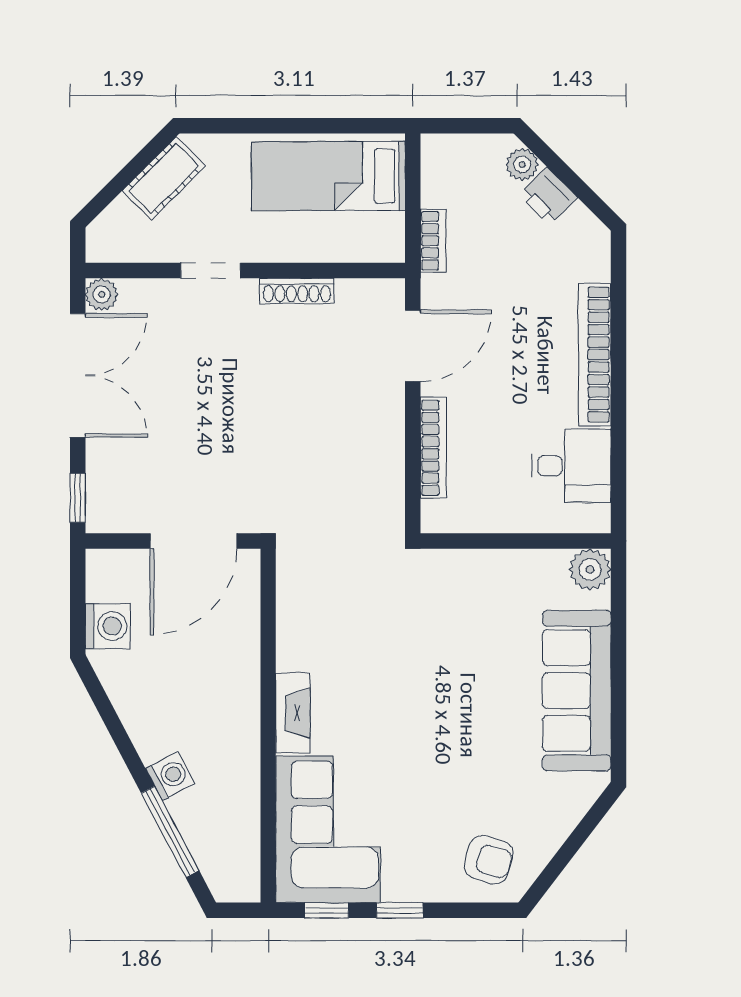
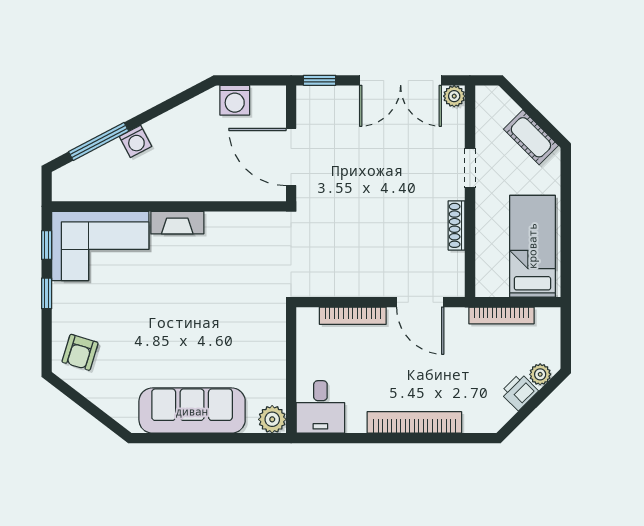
bookcase: (433, 241) -> (501, 315), width x1.56
desk: (571, 466) -> (320, 407), moved

